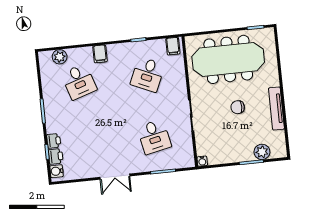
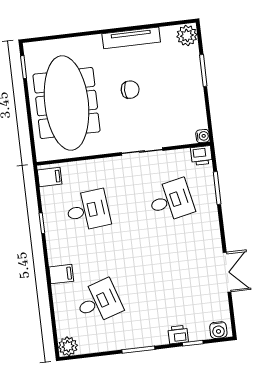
plant: (60, 57) -> (68, 346), moved
desk: (148, 74) -> (88, 210), turned -30
chair: (238, 107) -> (130, 90), turned -90
plant: (262, 152) -> (187, 36), moved
printer: (56, 156) -> (201, 155), moved, turned 180
double door: (115, 177) -> (227, 272), moved

